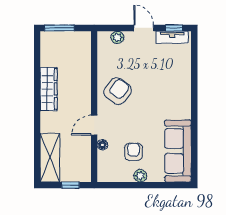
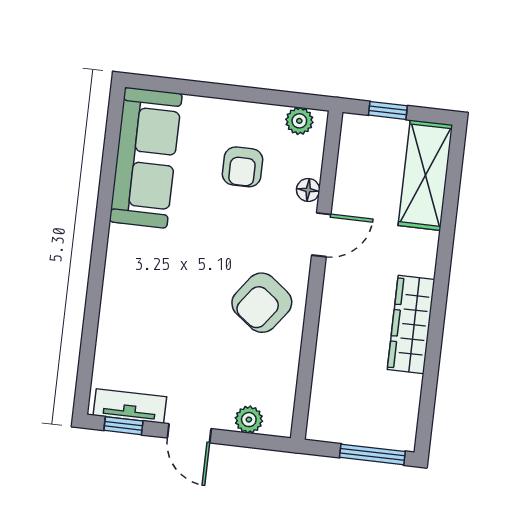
plant: (140, 176) -> (299, 121), moved

